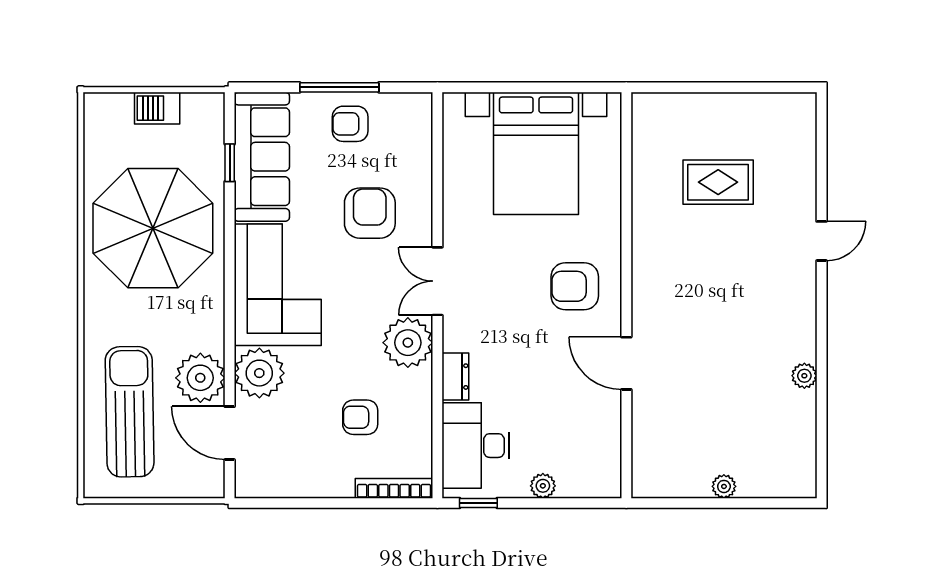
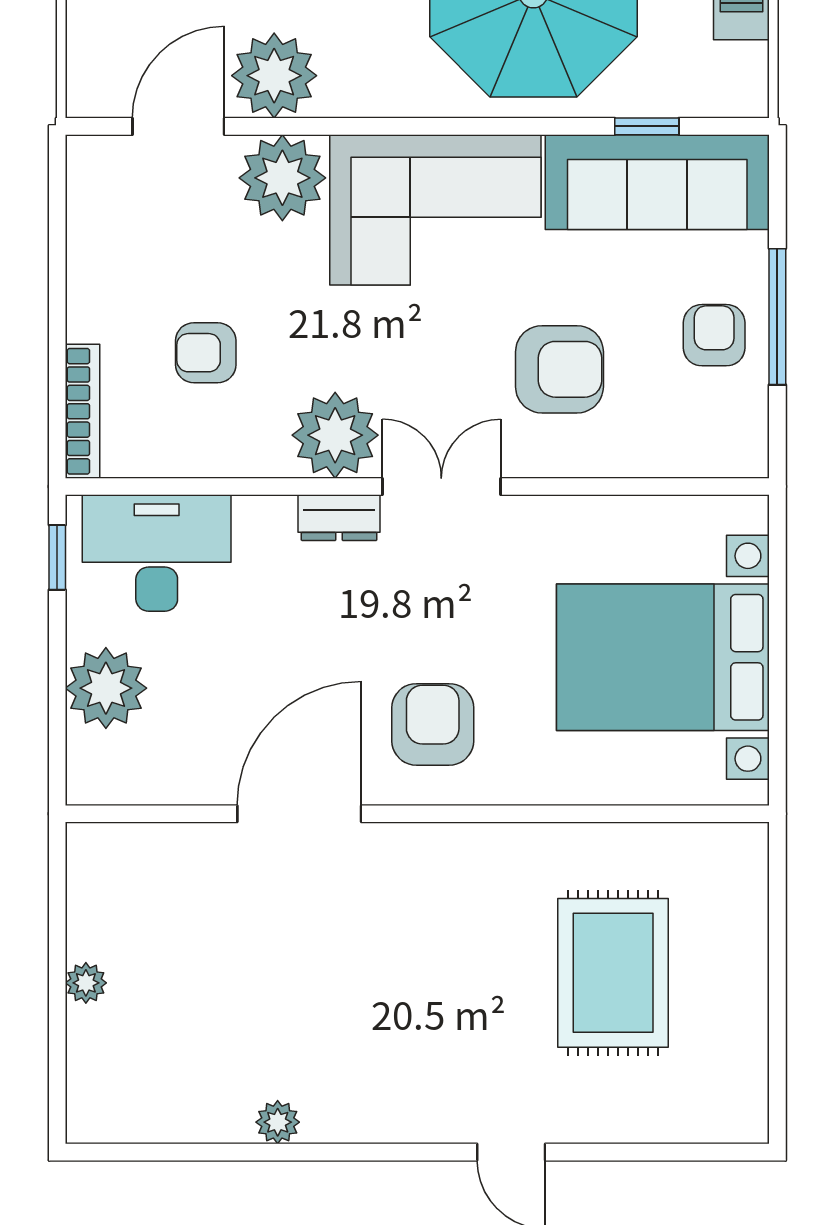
rug: (718, 182) -> (613, 973), width x1.36, depth x1.43
door: (626, 363) -> (299, 814), width x1.36
dresser: (455, 377) -> (339, 518), moved
armchair: (360, 417) -> (206, 353), turned -90
plant: (543, 486) -> (106, 688), width x1.88, depth x1.88

